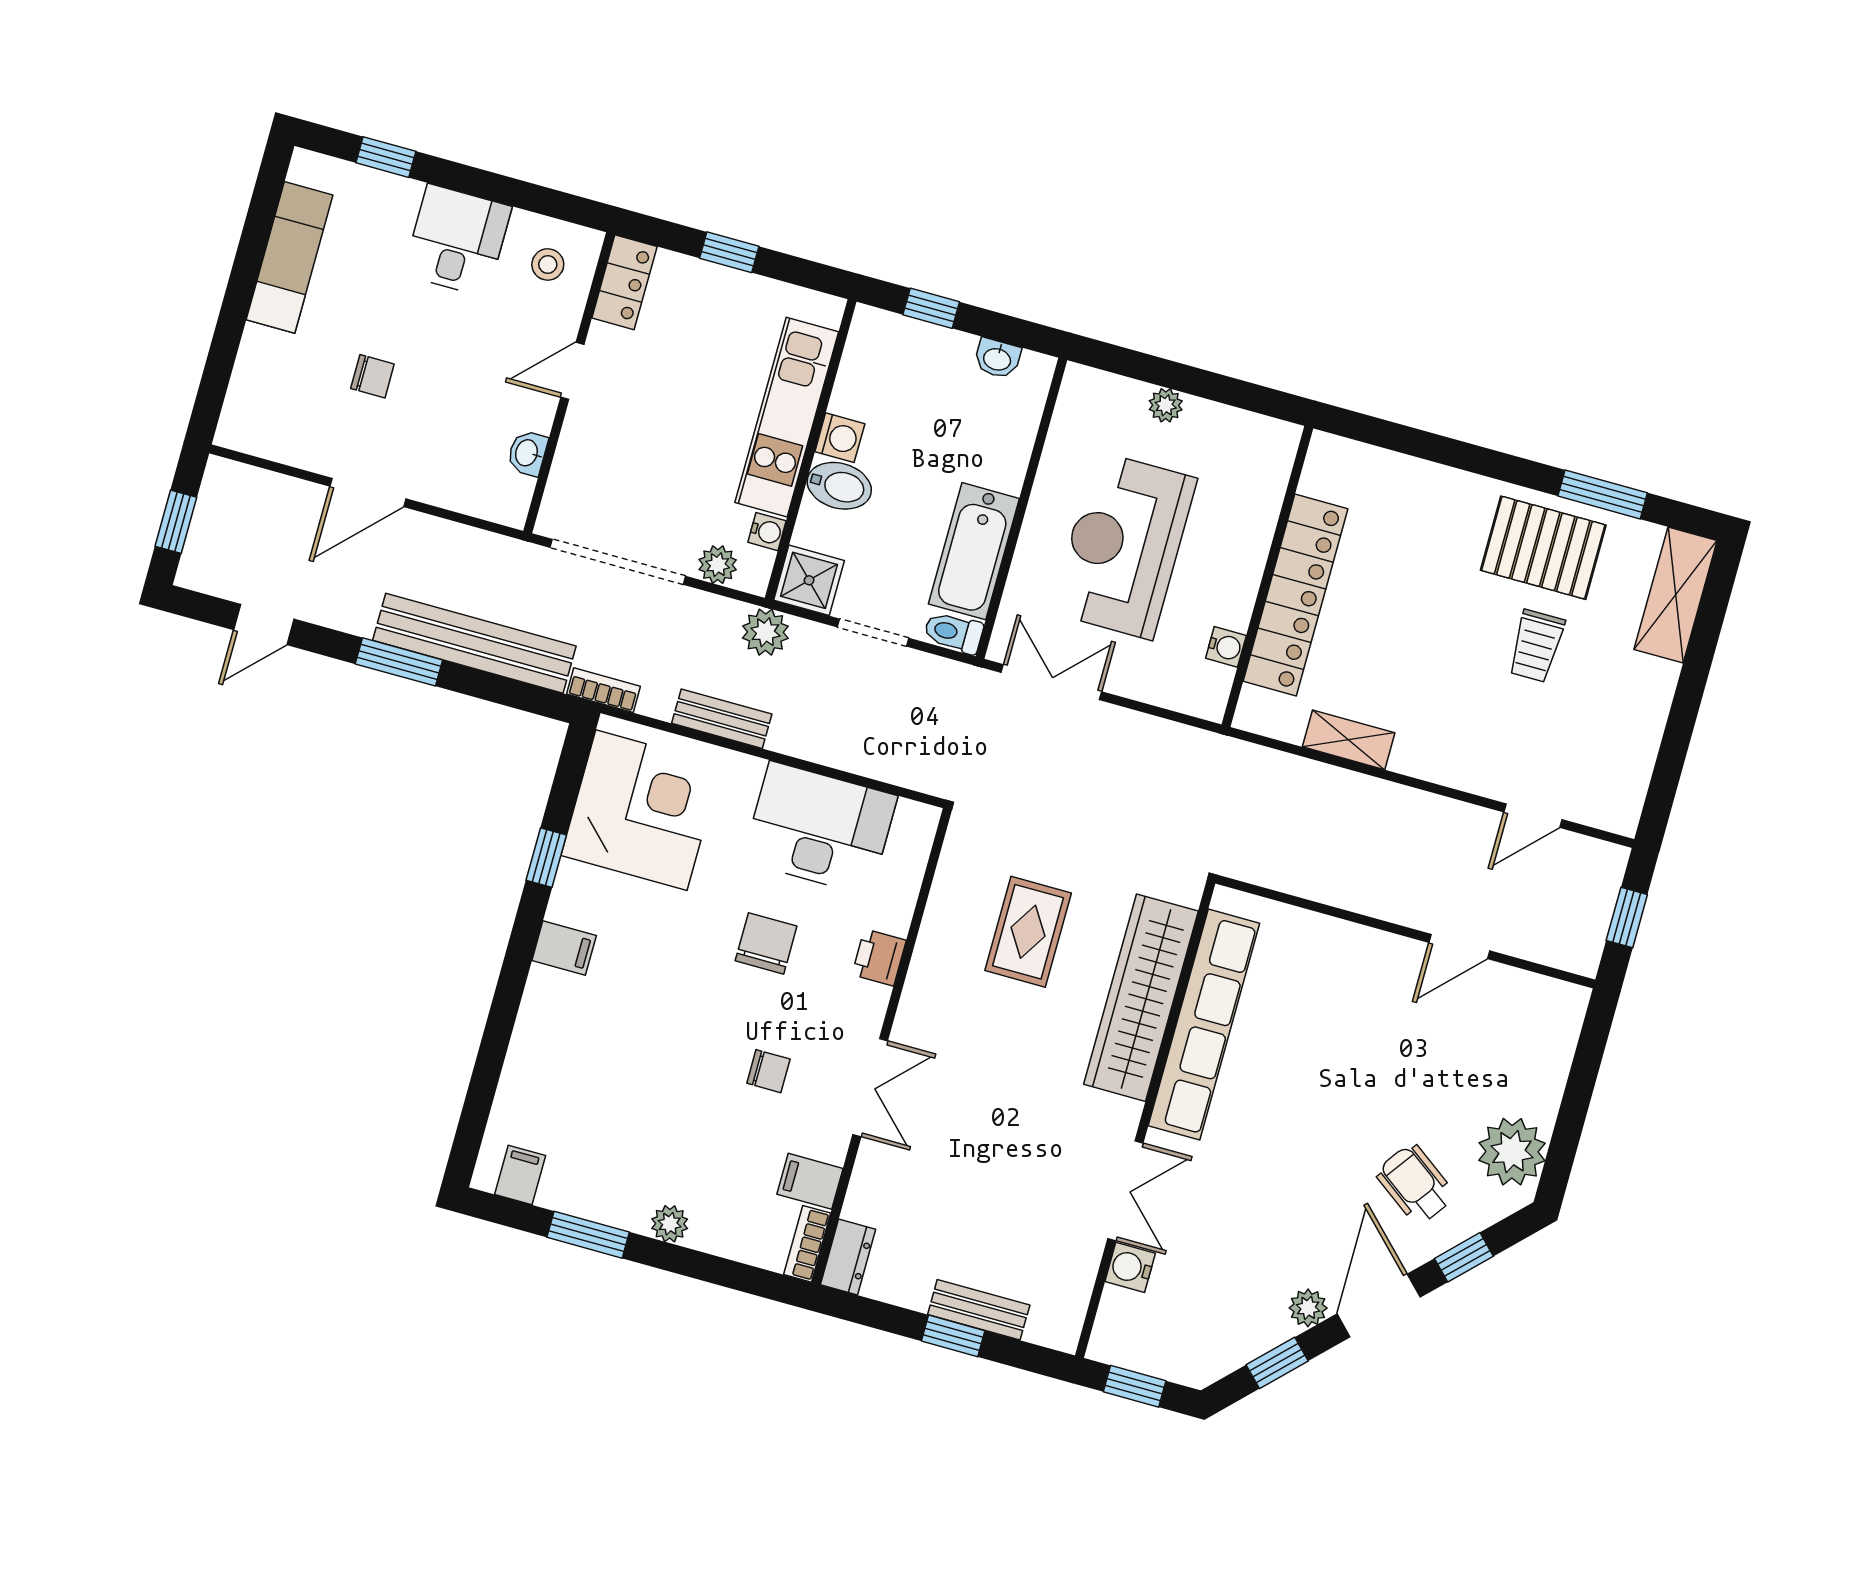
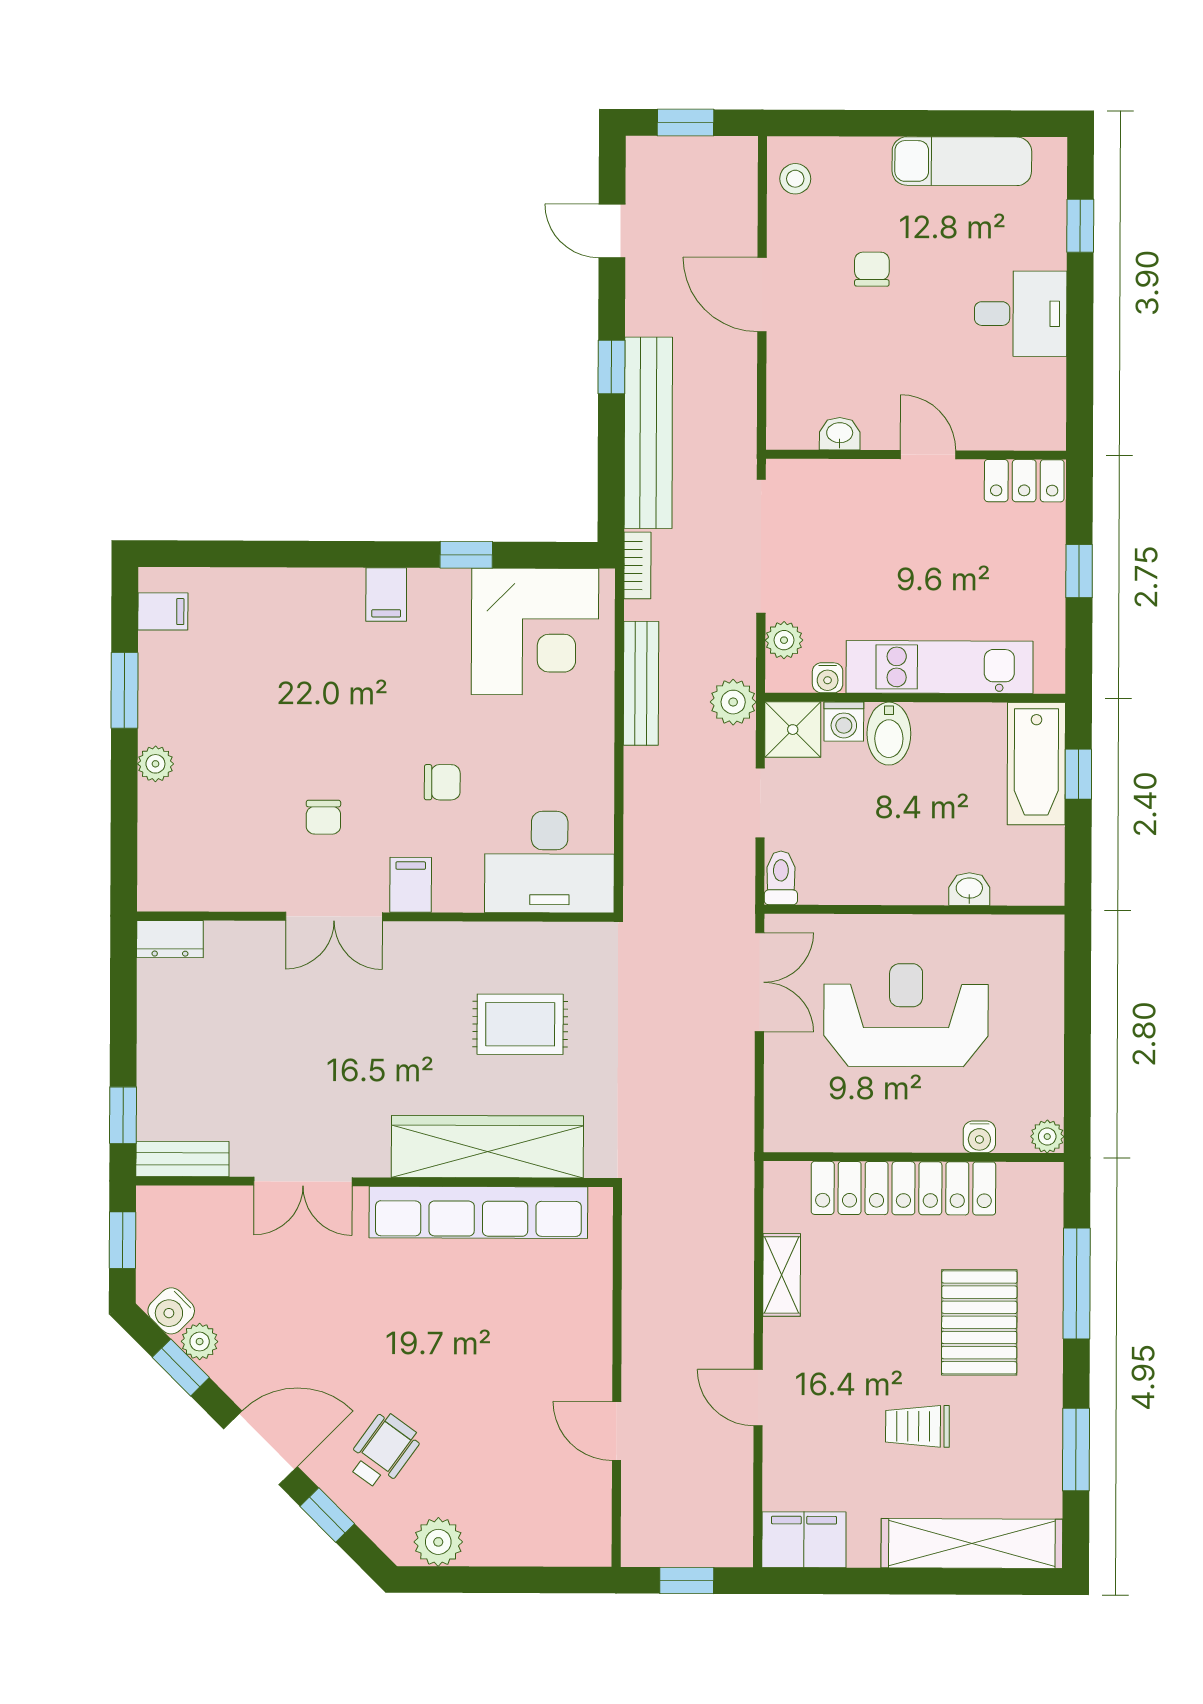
stool: (548, 264) -> (795, 179), moved
washbasin: (997, 358) -> (969, 889), moved, turned 90
chair: (372, 376) -> (872, 269), turned 180
plant: (1166, 405) -> (1047, 1137), moved
washing machine: (840, 438) -> (844, 722), moved
window: (1437, 449) -> (1077, 1284), added
pallet: (1543, 548) -> (979, 1322), moved
bathtub: (974, 551) -> (1036, 764), moved, turned -90
shelving: (1676, 595) -> (972, 1543), width x1.47
water cooler: (1226, 647) -> (979, 1137), moved
window: (399, 662) -> (612, 367), width x0.67
bench: (722, 719) -> (641, 683), width x1.36
filing cabinet: (1618, 790) -> (804, 1540), added
door: (1533, 816) -> (758, 1398), moved
desk: (820, 828) -> (550, 862), moved, turned 90
chair: (766, 943) -> (442, 782), width x0.73, depth x0.73
printer: (879, 957) -> (458, 891), removed
plant: (1512, 1152) -> (438, 1542), width x0.73, depth x0.73
filing cabinet: (810, 1181) -> (411, 885), moved
bookcase: (807, 1244) -> (172, 898), removed
water cooler: (1130, 1267) -> (171, 1311), moved, turned -135
plant: (1308, 1308) -> (200, 1342), moved
bench: (979, 1310) -> (182, 1159), moved, turned 90
window: (953, 1336) -> (123, 1115), moved

